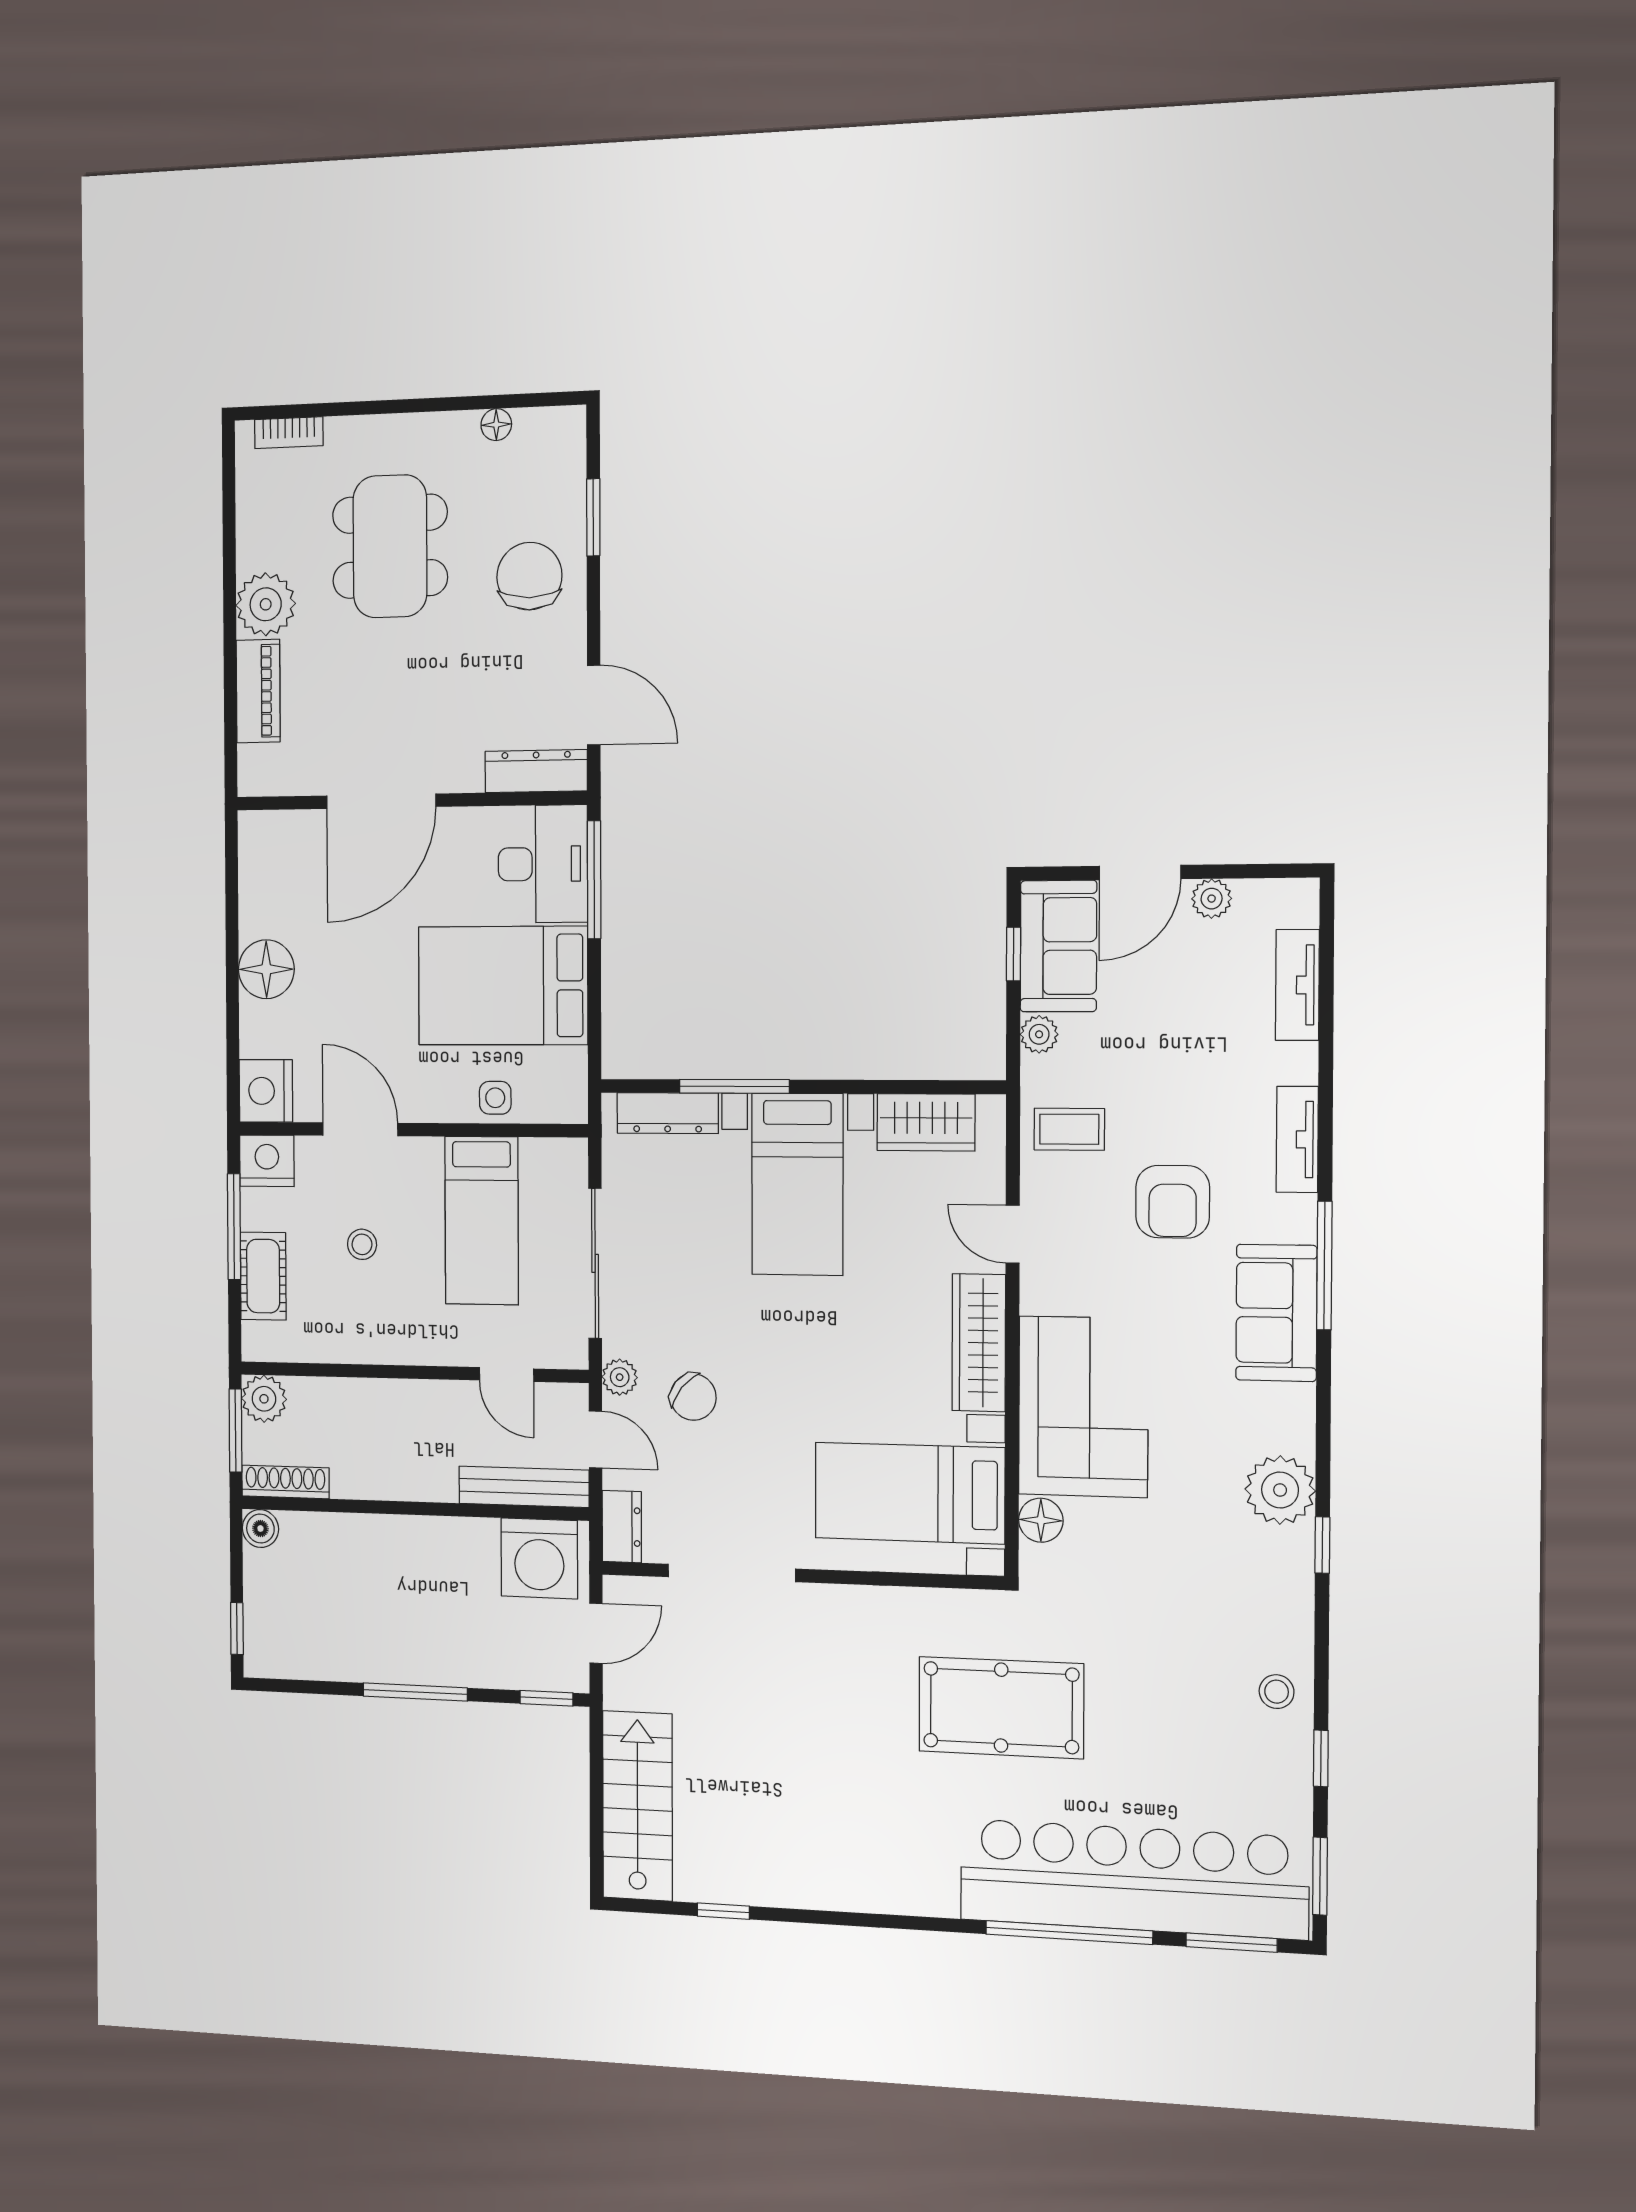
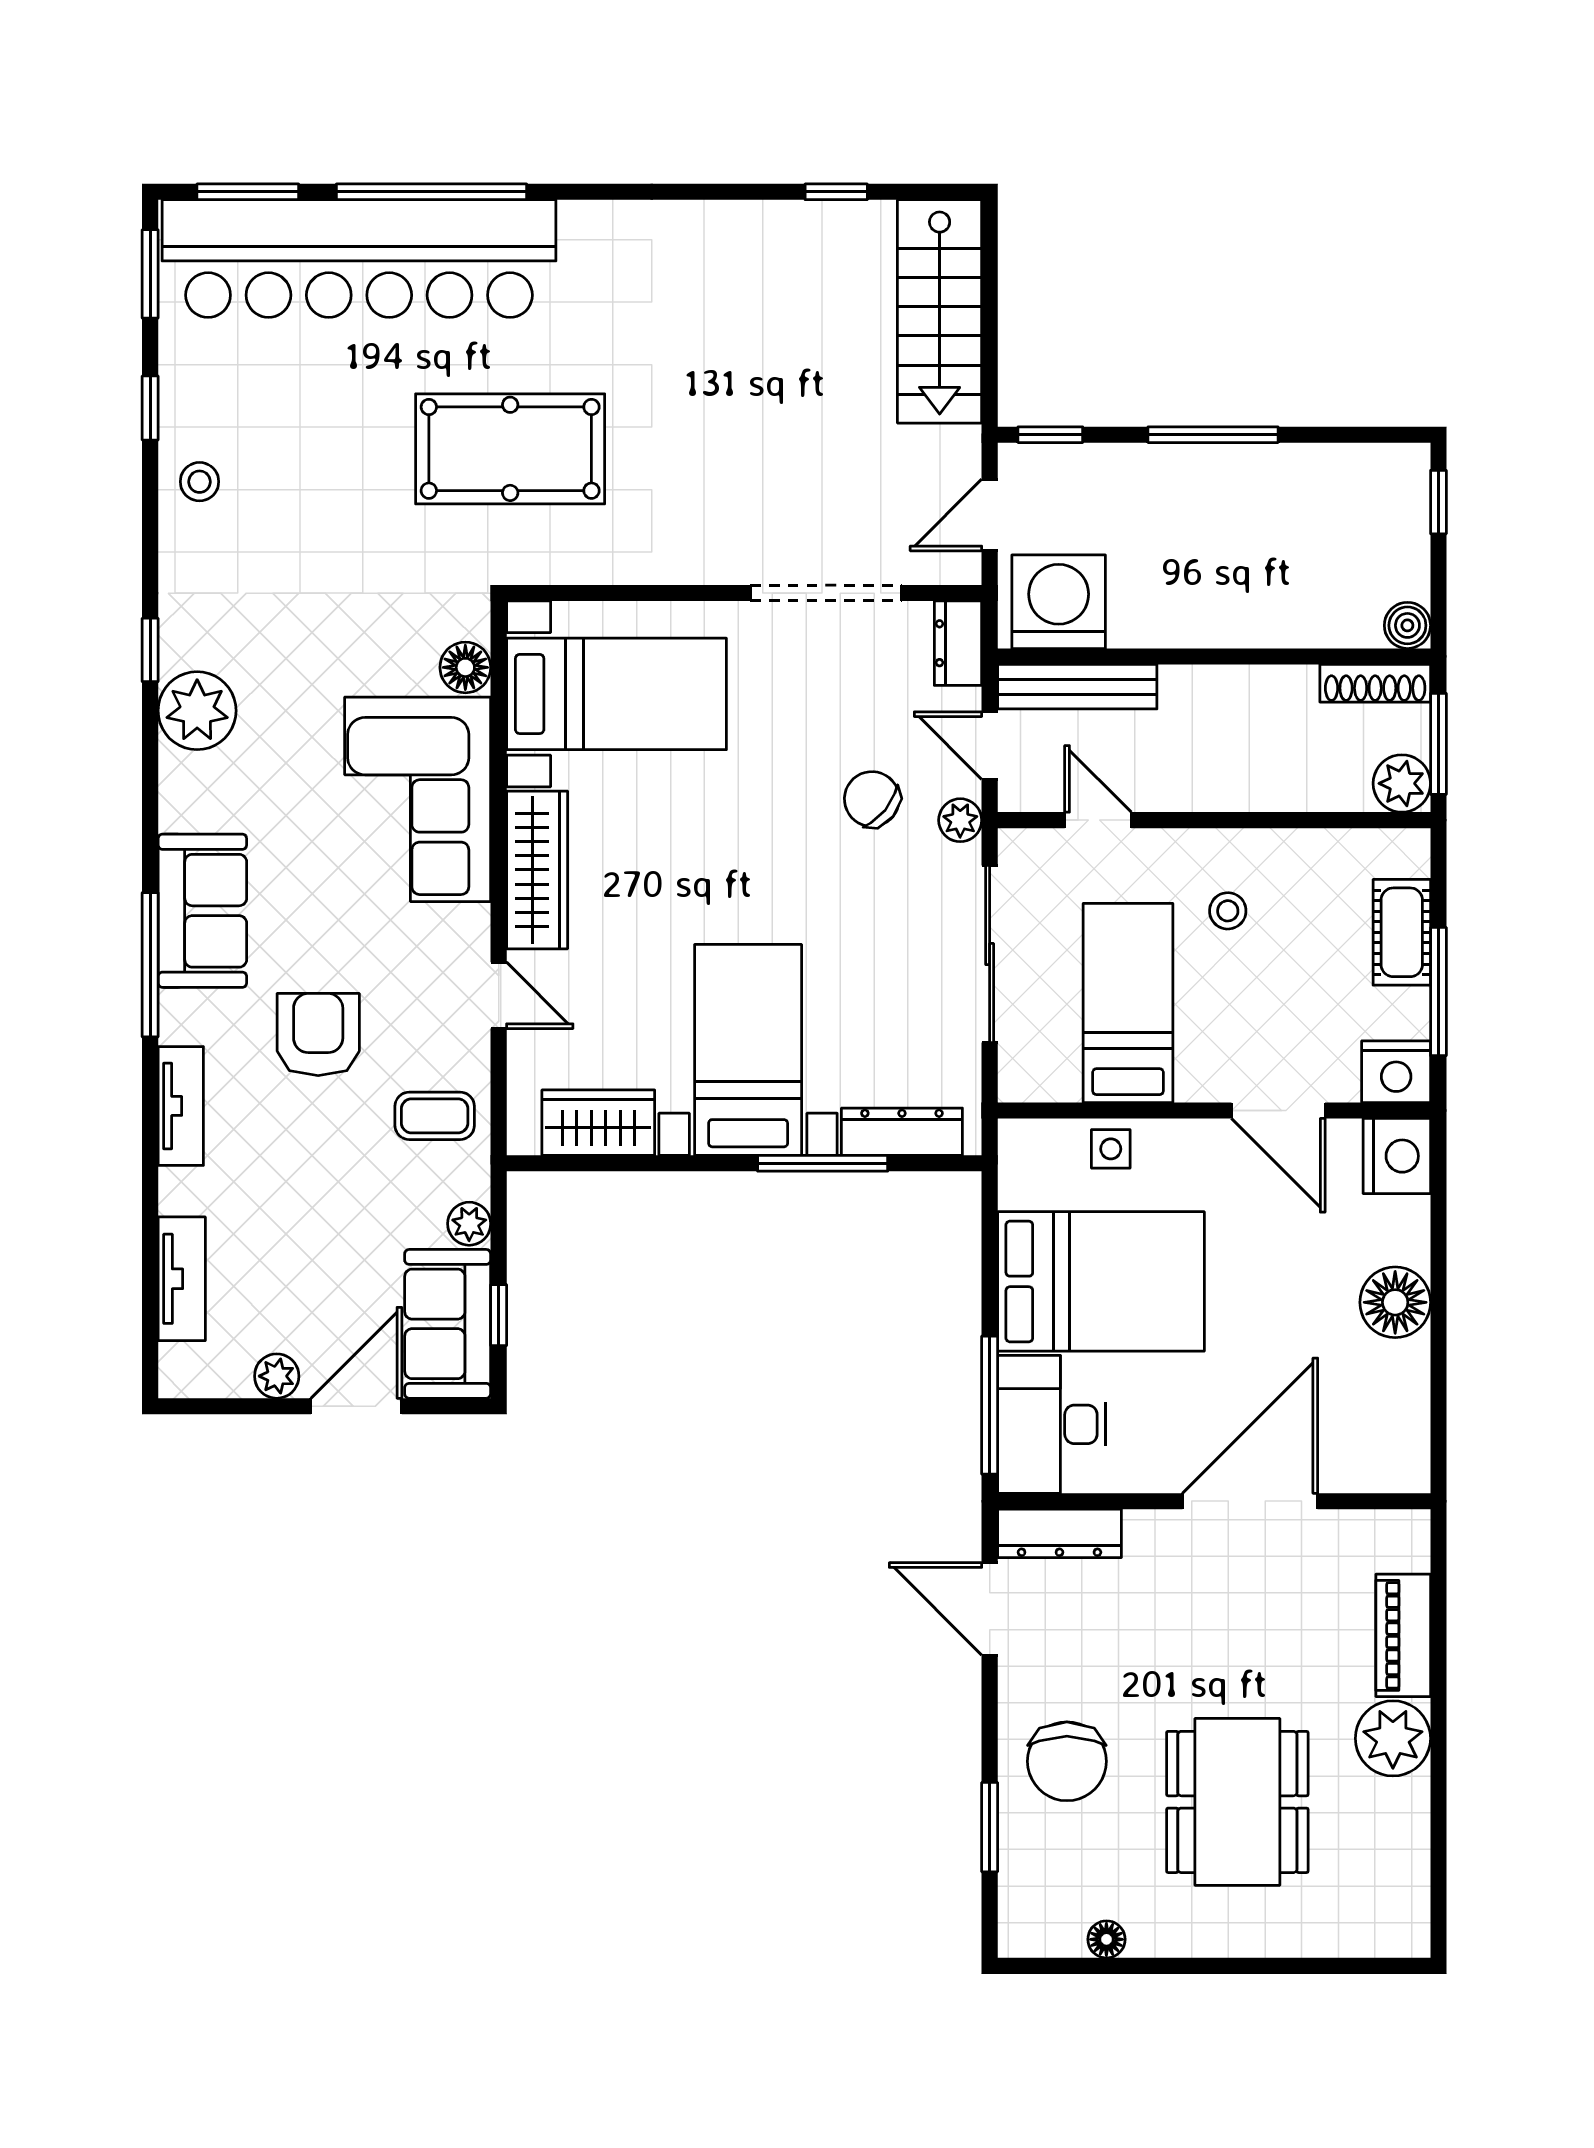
bookcase: (289, 433) -> (1363, 1941), removed
stool: (362, 1244) -> (1228, 911), moved

